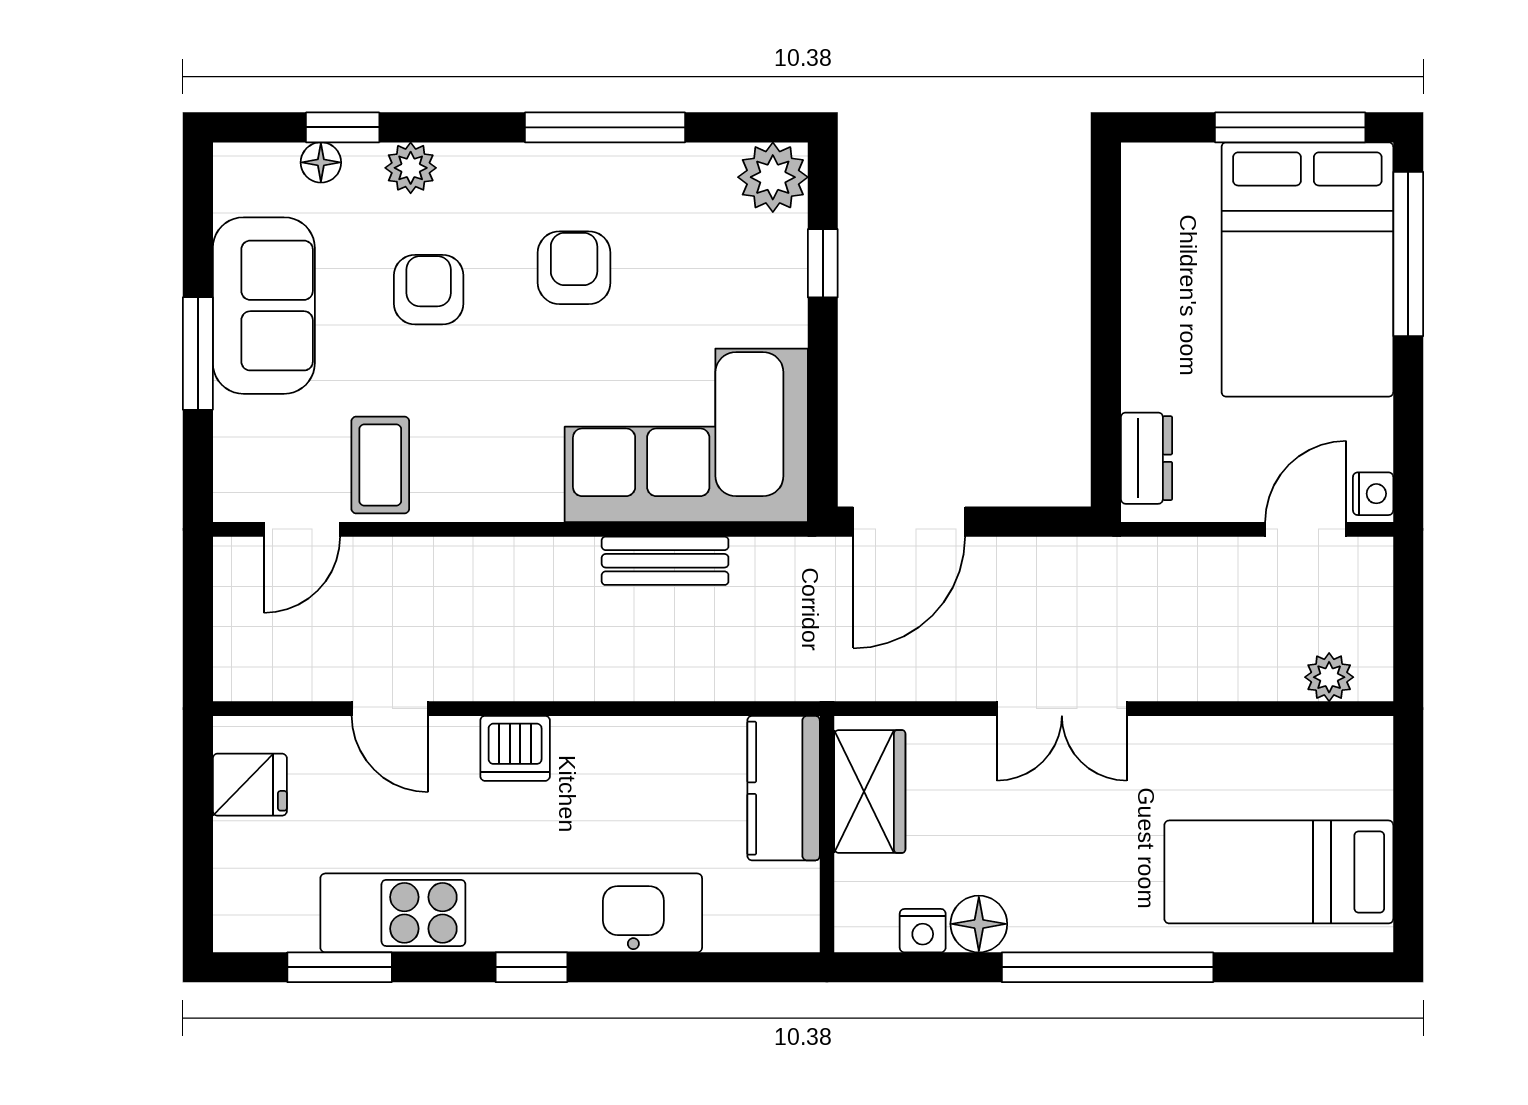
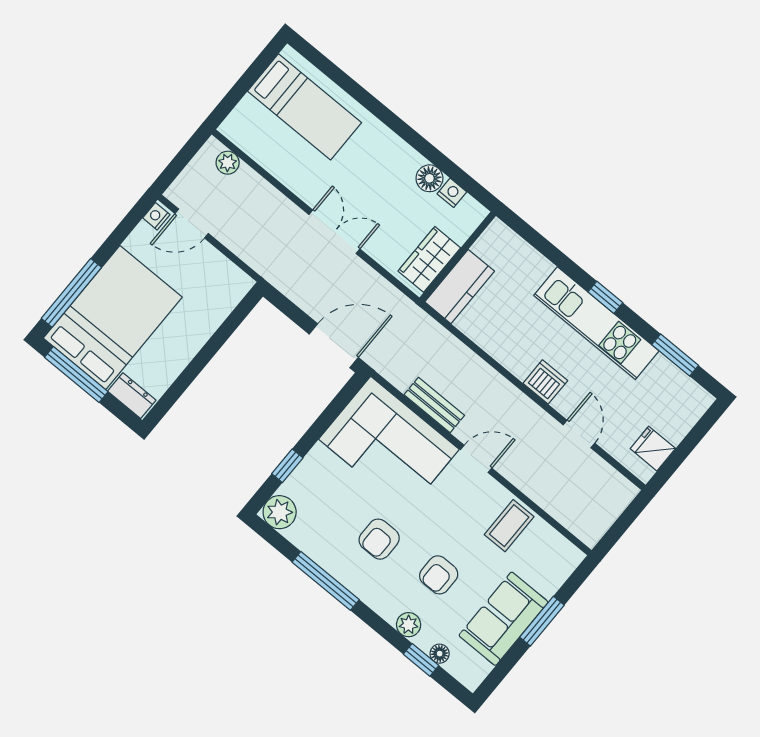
dresser: (1147, 458) -> (132, 396), moved, turned 90
door: (302, 529) -> (476, 459), moved
kitchen unit: (511, 913) -> (596, 323), width x0.73
window: (1108, 967) -> (396, 124), removed

